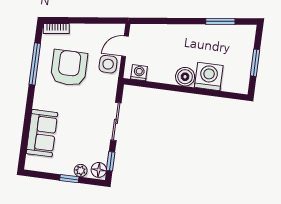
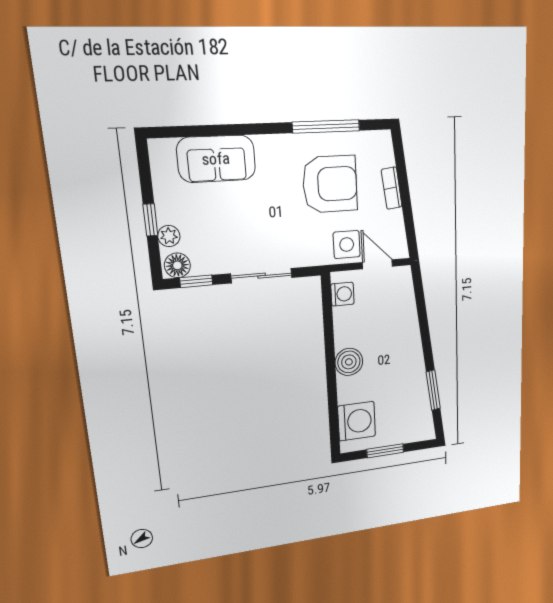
bookcase: (56, 29) -> (392, 188), moved
washing machine: (209, 76) -> (357, 421), moved

